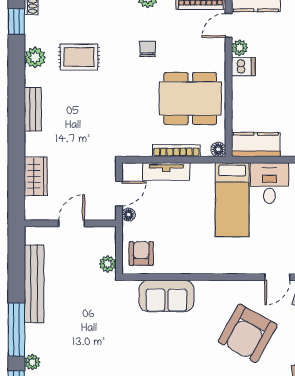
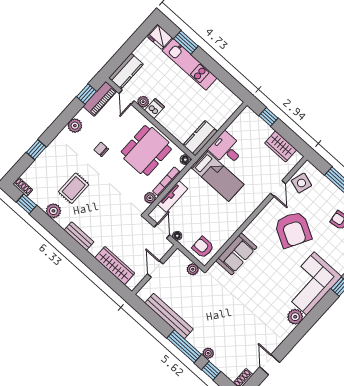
plant: (143, 148) -> (150, 198), added
wardrobe: (36, 176) -> (115, 266), width x1.50

